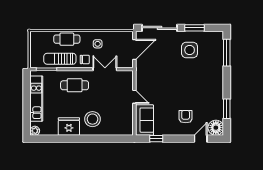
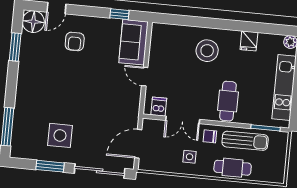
dishwasher: (123, 77) -> (159, 107), added
cafe table: (75, 85) -> (228, 101), turned 90
fridge: (69, 126) -> (249, 41), width x0.53, depth x0.75

